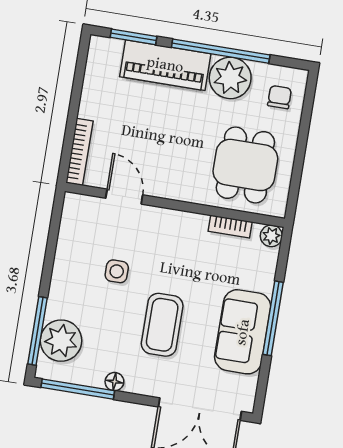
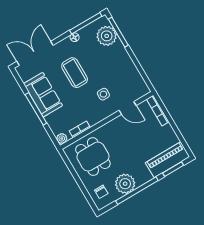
piano: (165, 65) -> (167, 160), moved
side table: (117, 271) -> (103, 94), moved

